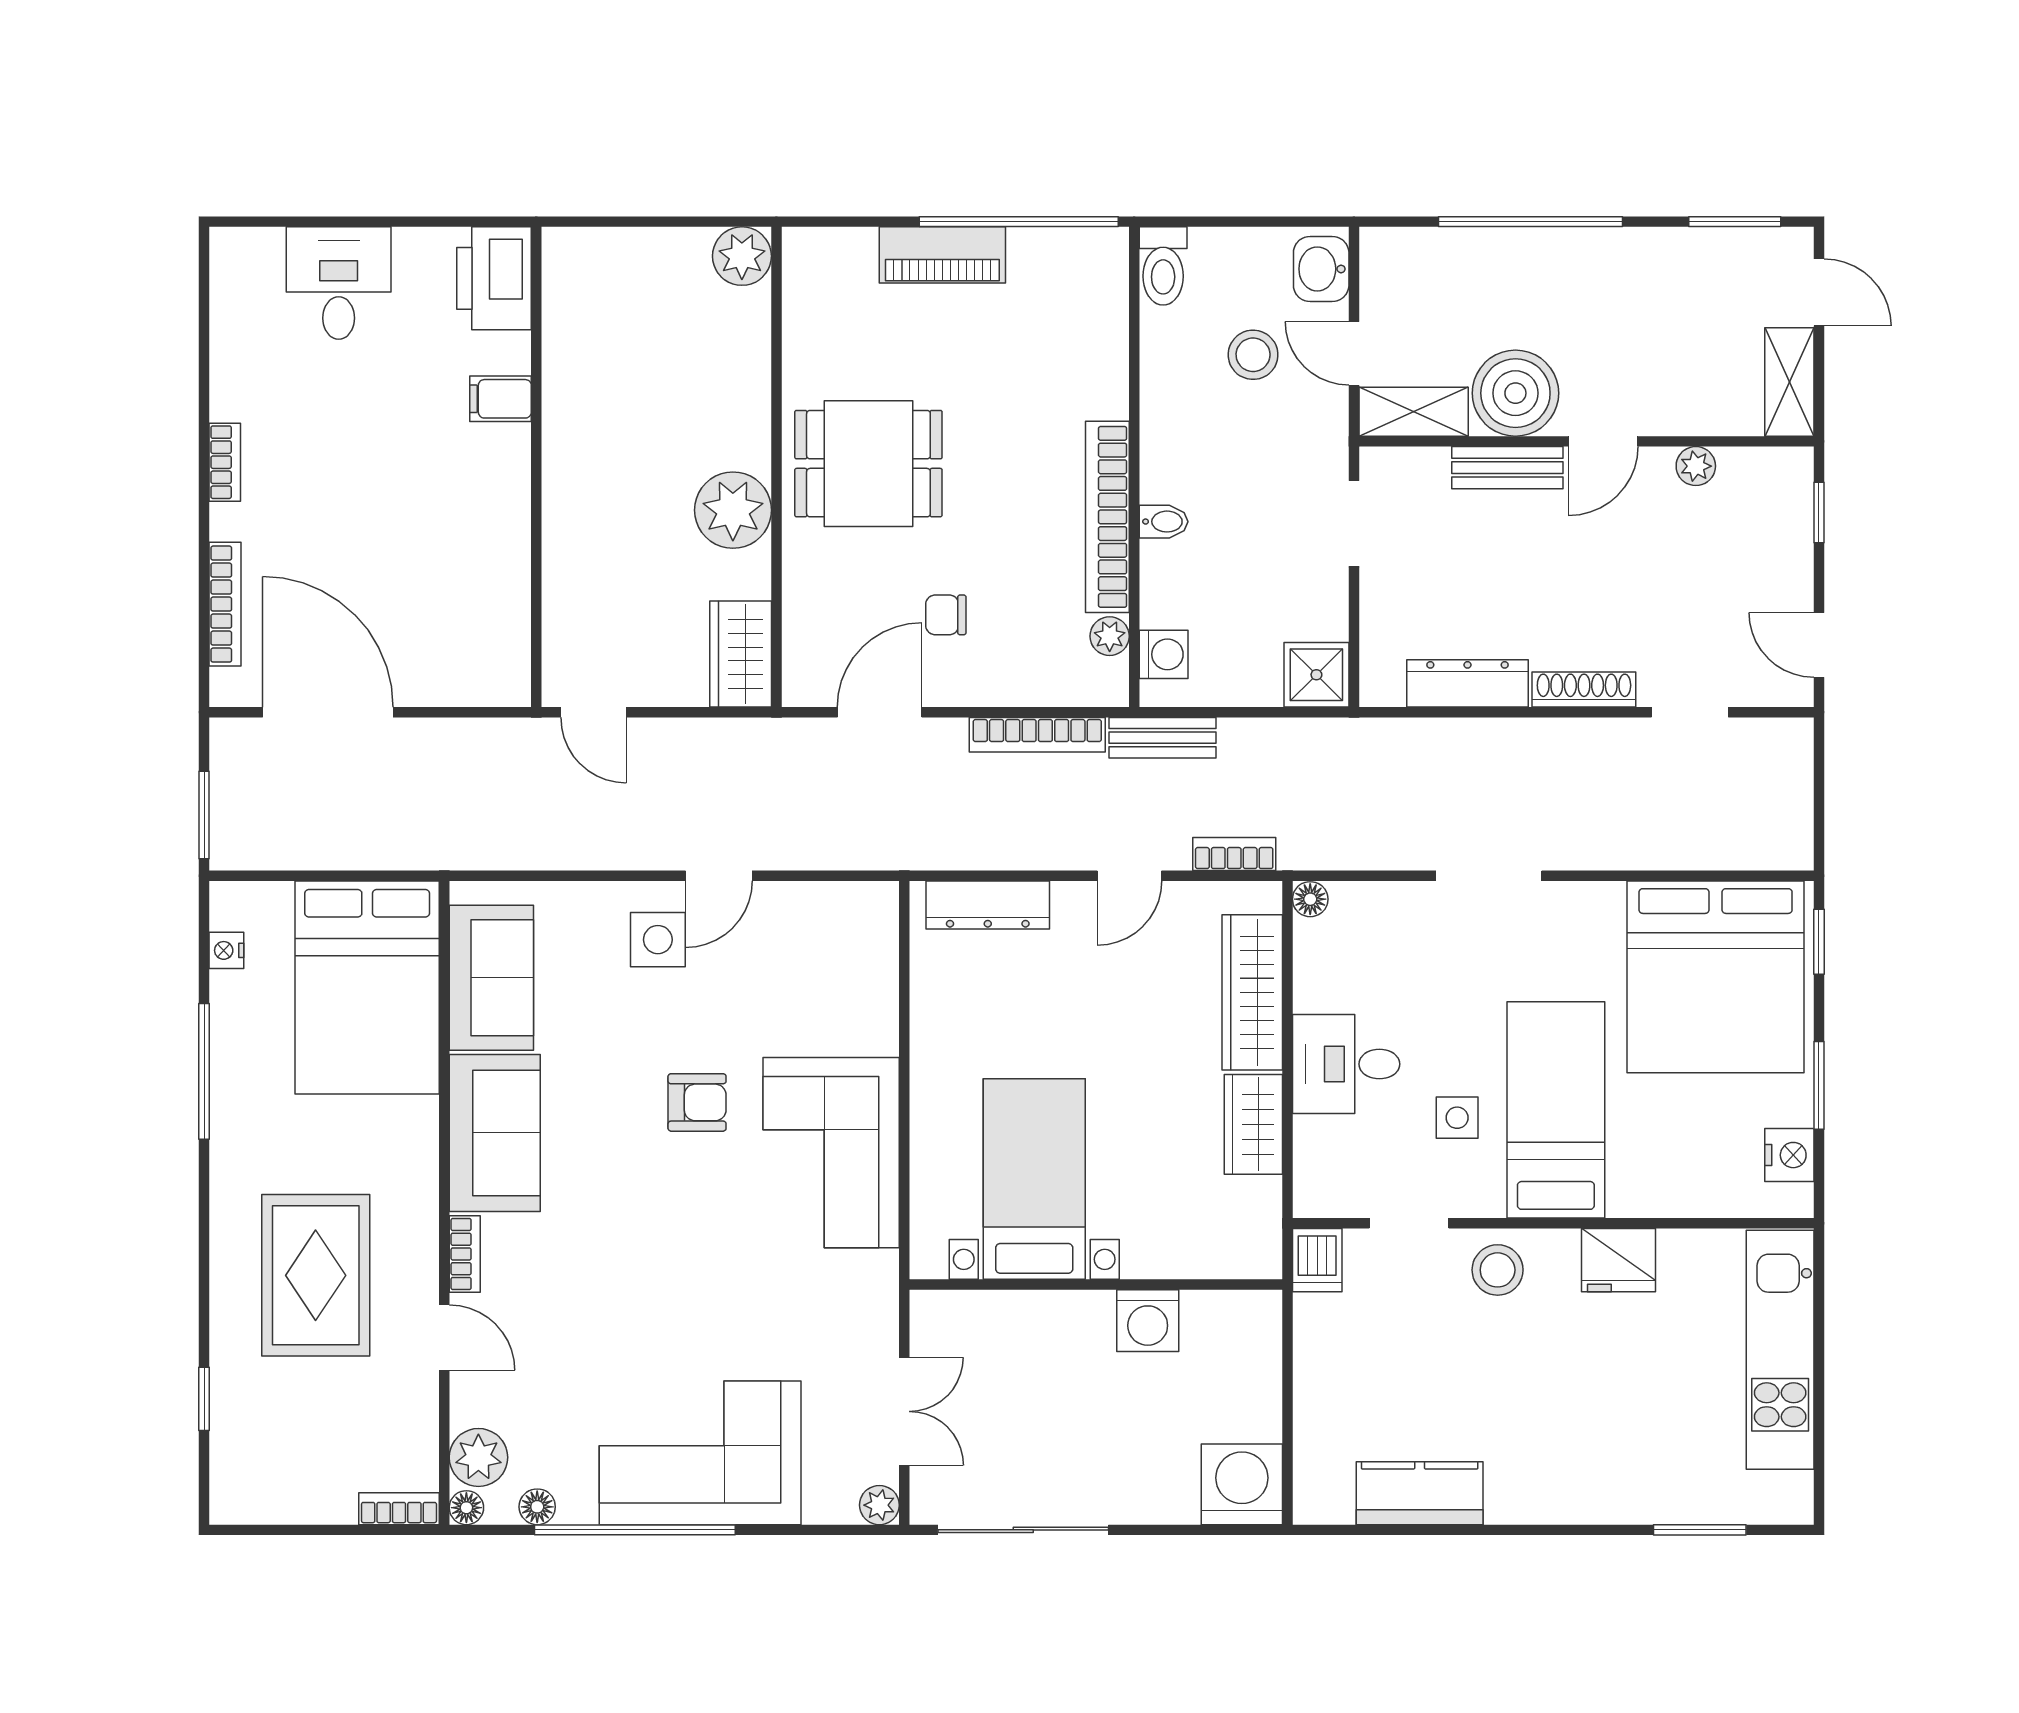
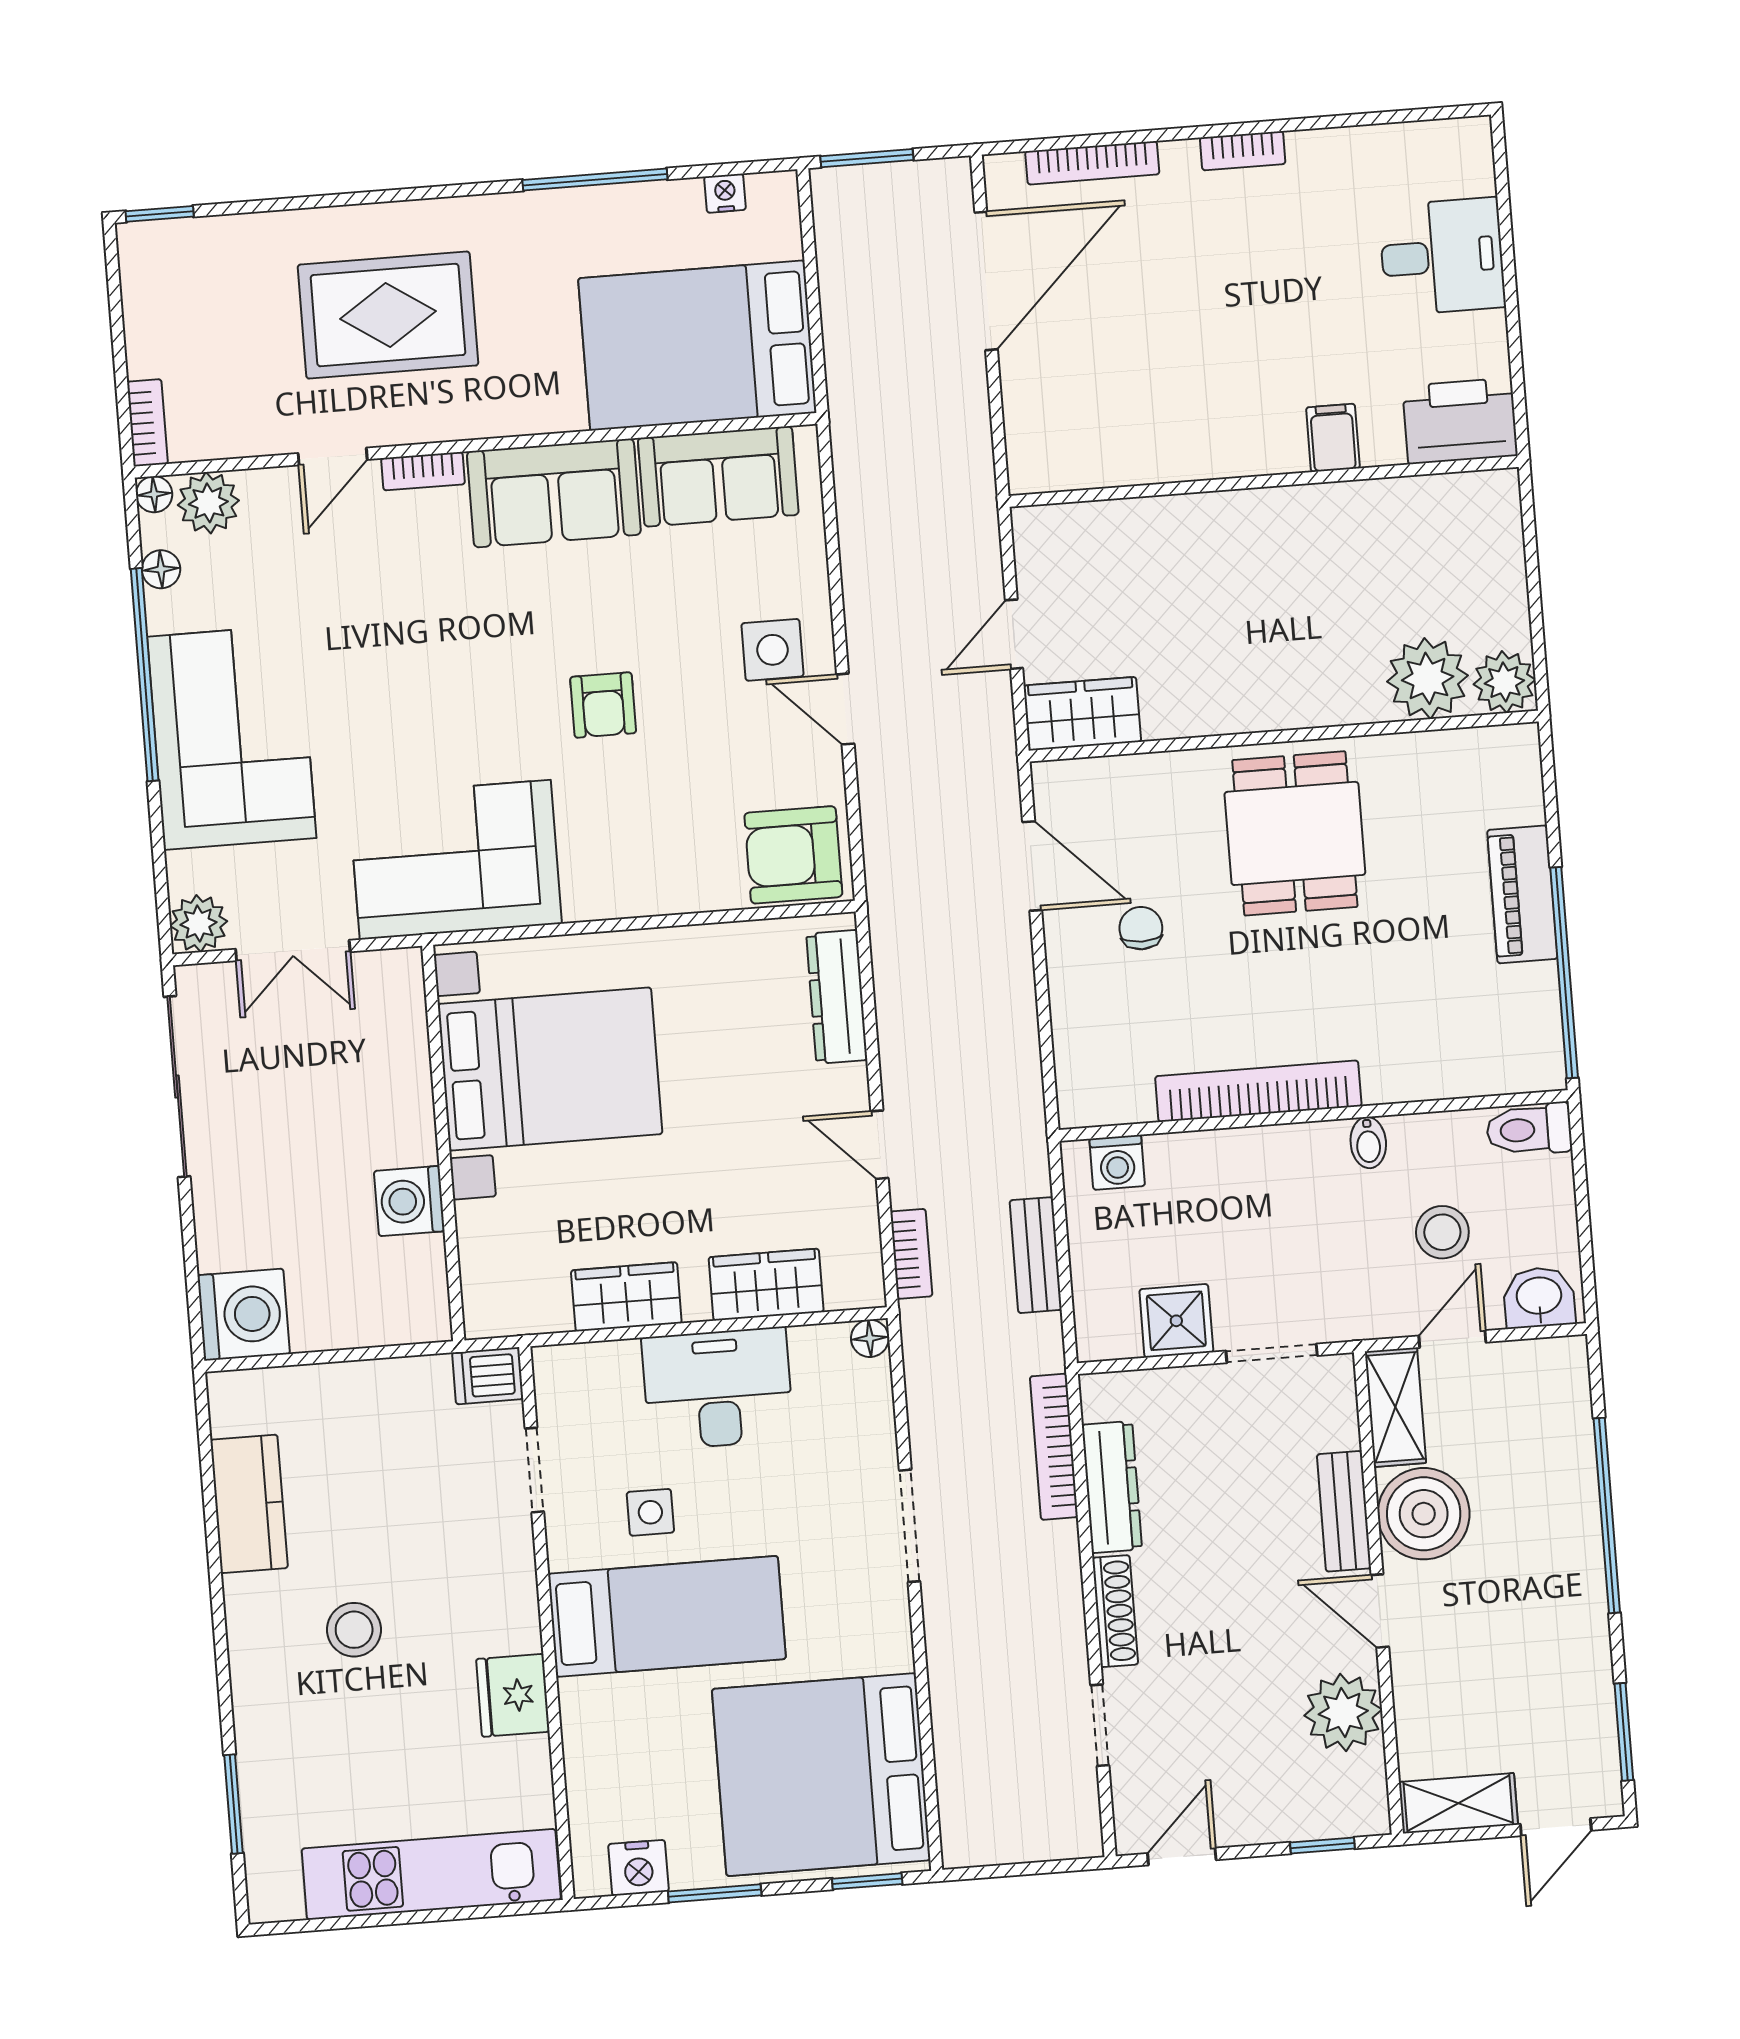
plant: (1696, 466) -> (1343, 1713), width x1.87, depth x1.87
plant: (733, 510) -> (1428, 678), moved
bidet: (1164, 522) -> (1368, 1143), moved
plant: (1110, 636) -> (1132, 1104), removed
shower: (1316, 675) -> (1176, 1321), moved
door: (593, 712) -> (1014, 634), moved
bookcase: (1037, 735) -> (1054, 1447), moved
bench: (1163, 738) -> (1036, 1255), moved
armchair: (852, 935) -> (793, 855), added
wardrobe: (1252, 992) -> (766, 1285), width x0.67
desk: (1346, 1064) -> (718, 1389), width x1.37
corner sofa: (831, 1153) -> (455, 860), moved
bed with nightstands: (1034, 1179) -> (550, 1069), width x1.36
stool: (1498, 1270) -> (354, 1630), moved
window: (204, 1399) -> (160, 214), moved
plant: (879, 1505) -> (199, 924), width x1.38, depth x1.38

